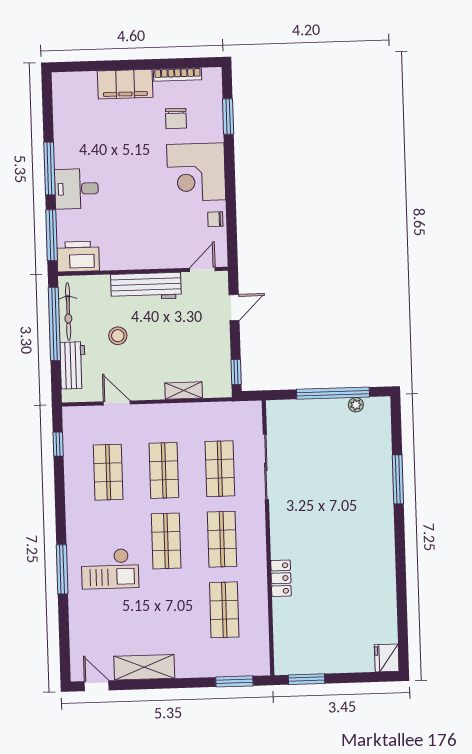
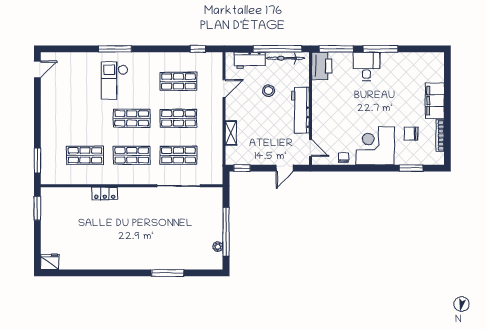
door: (234, 308) -> (285, 168), hinge flipped
shelving: (144, 667) -> (49, 101), removed

